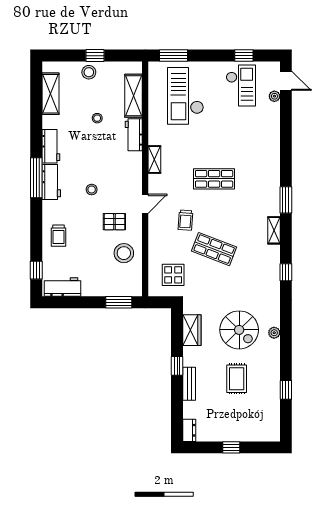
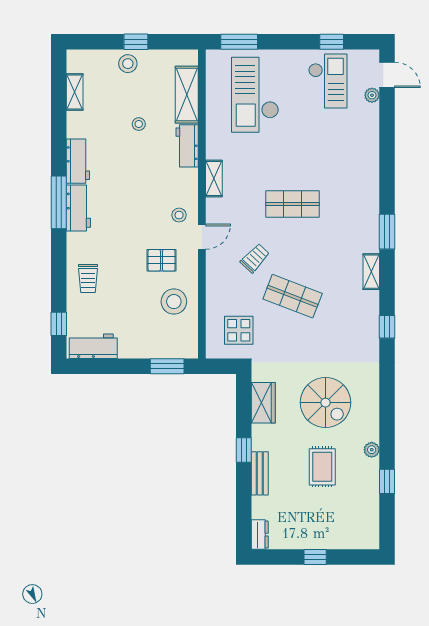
shelving: (50, 94) -> (75, 92), width x0.67, depth x0.75
stool: (92, 190) -> (179, 215), moved
trolley: (185, 220) -> (255, 258), turned -141
plant: (274, 333) -> (372, 450), moved

